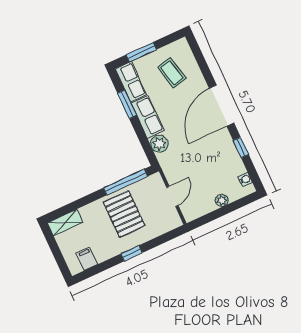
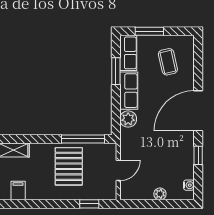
window: (132, 253) -> (89, 204), moved

